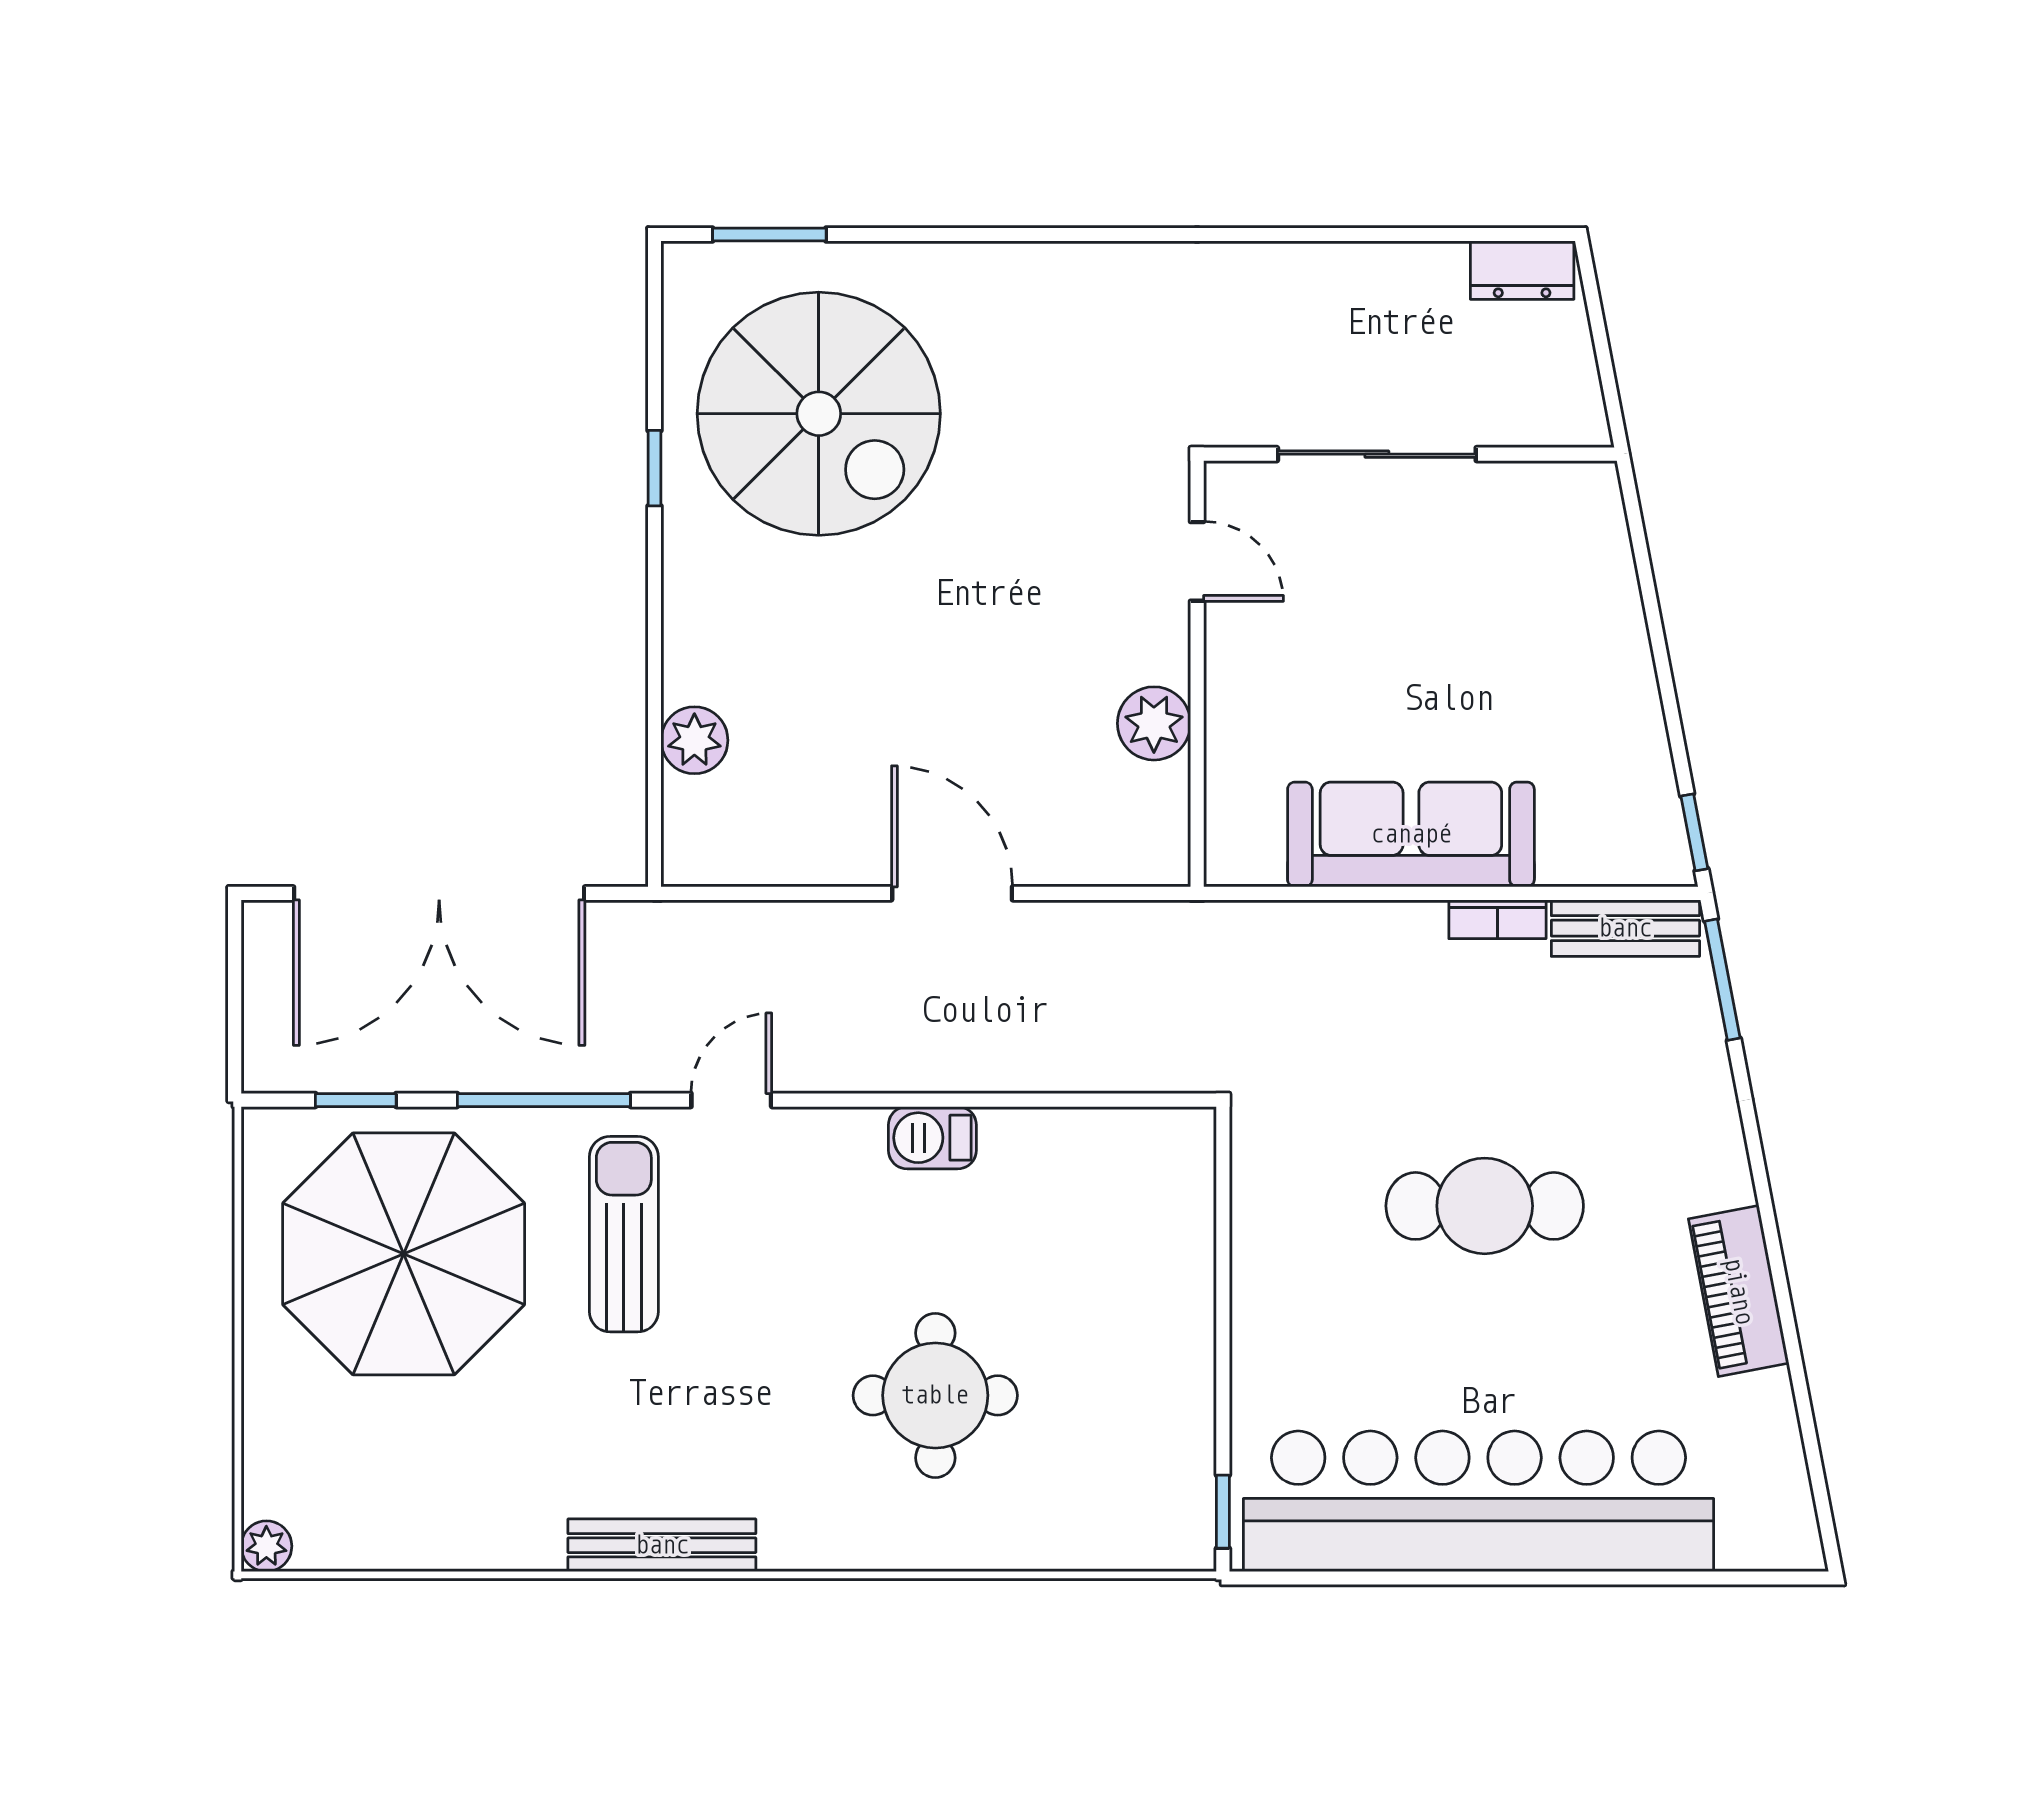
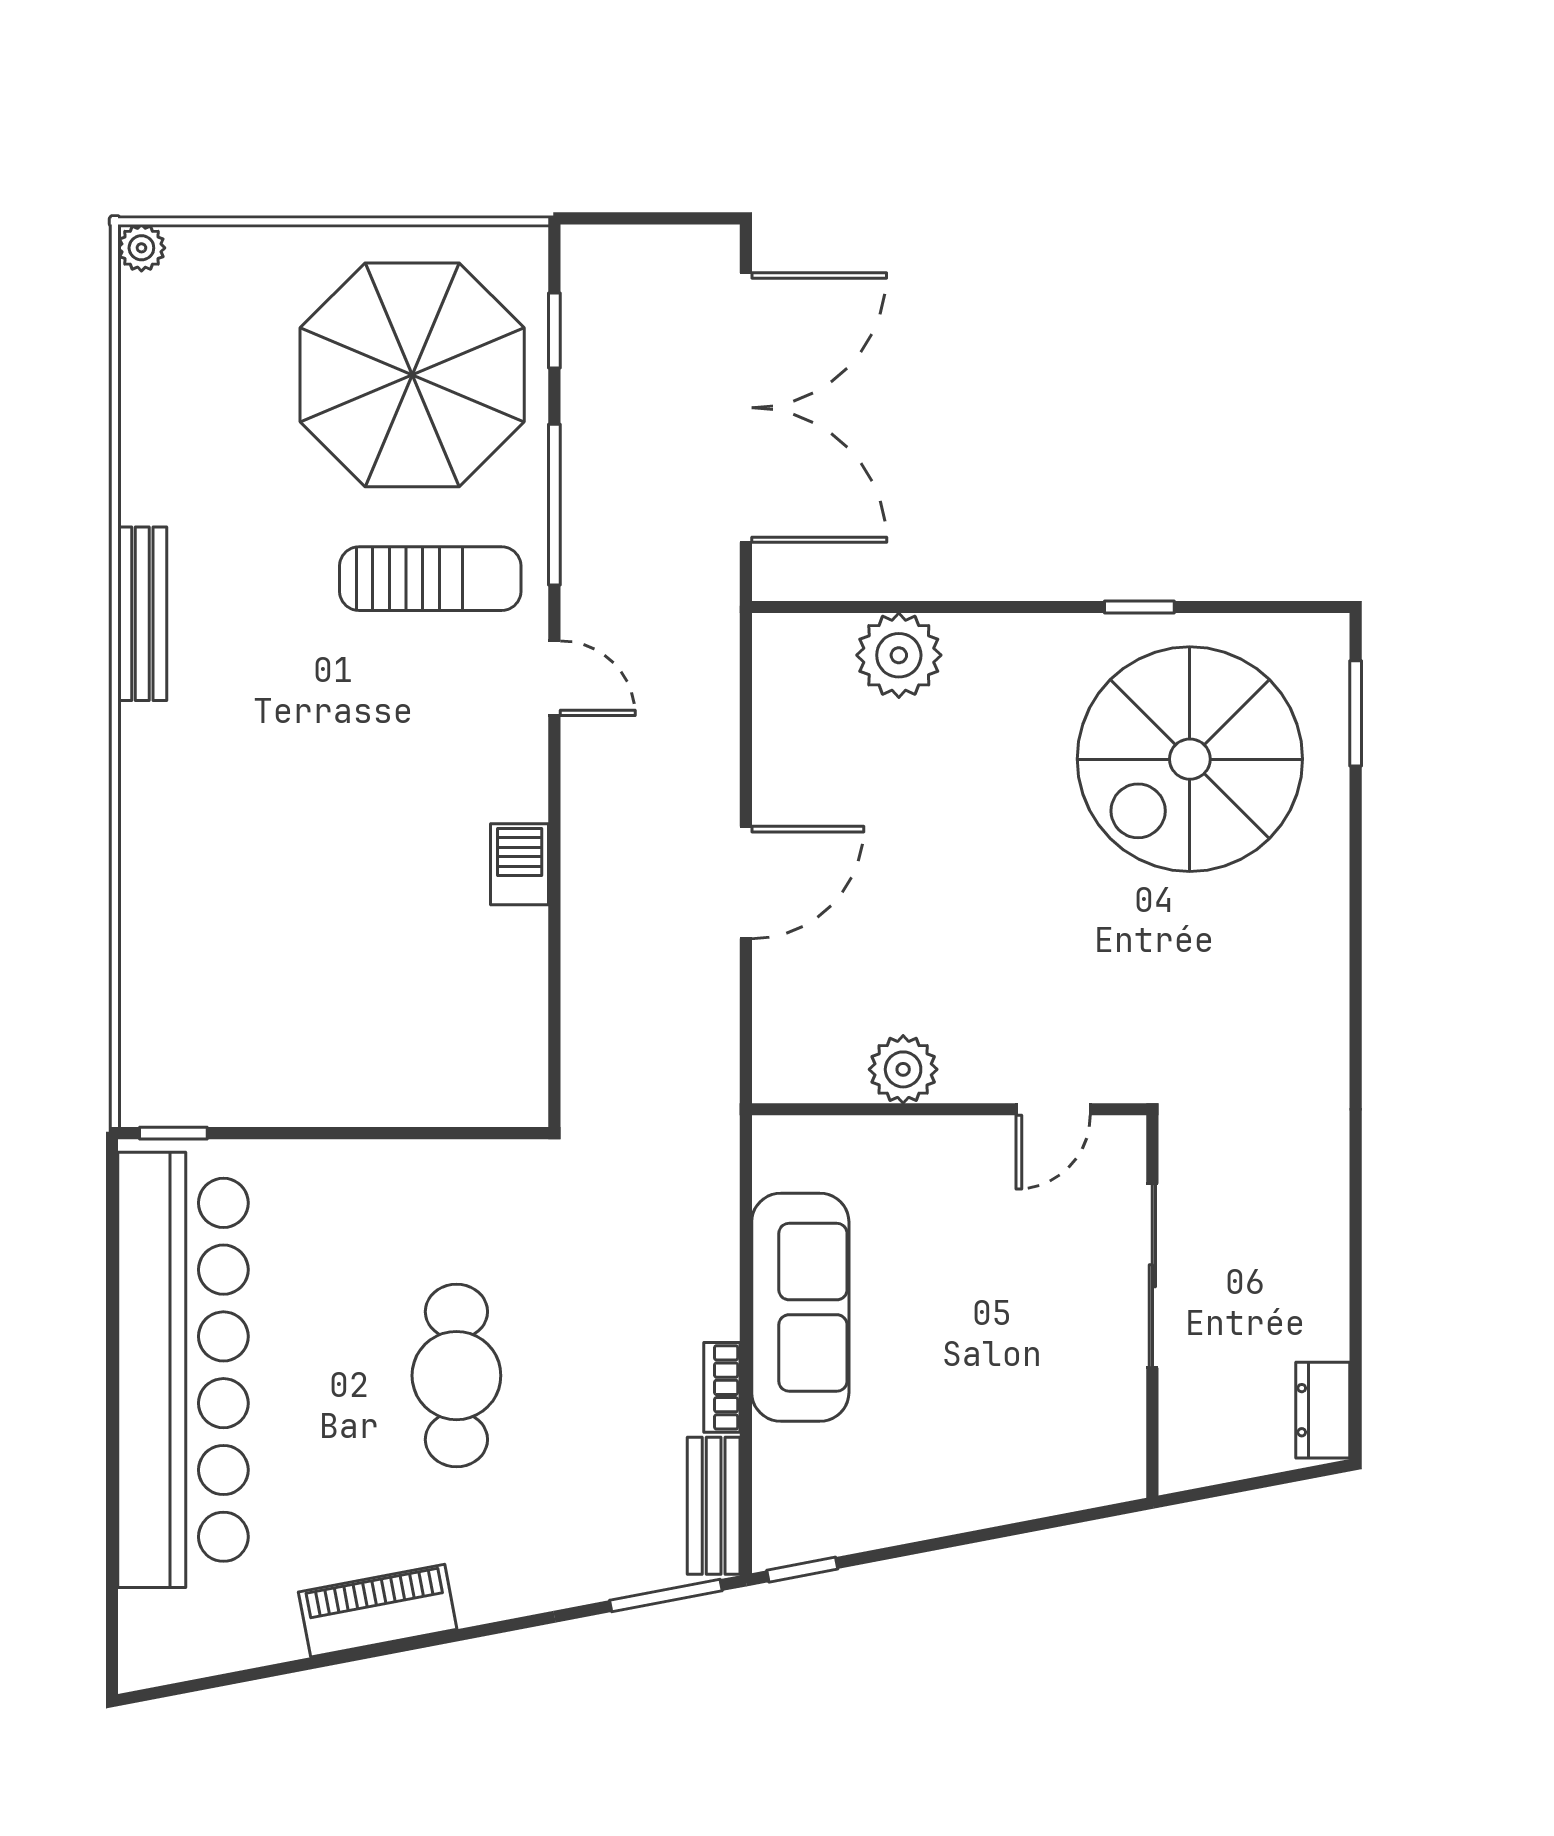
plant: (694, 740) -> (899, 655), width x1.36, depth x1.36
double door: (439, 893) -> (746, 408), swing flipped
round table: (935, 1395) -> (281, 867), removed

